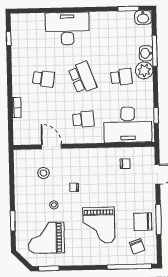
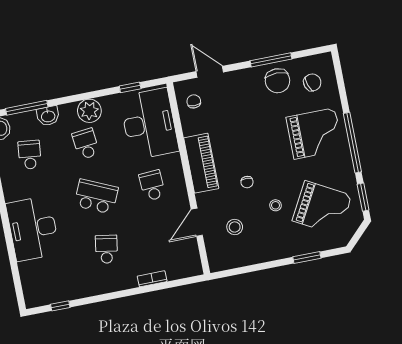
school desk: (120, 35) -> (30, 155), added
window: (155, 51) -> (27, 108), moved
plant: (144, 70) -> (89, 111), moved
school desk: (82, 78) -> (96, 196), turned 45
piano: (93, 157) -> (201, 163), added
chair: (125, 164) -> (194, 101), moved
grand piano: (99, 225) -> (314, 133), moved
grand piano: (46, 238) -> (322, 208), turned -61
window: (129, 267) -> (352, 143), moved

